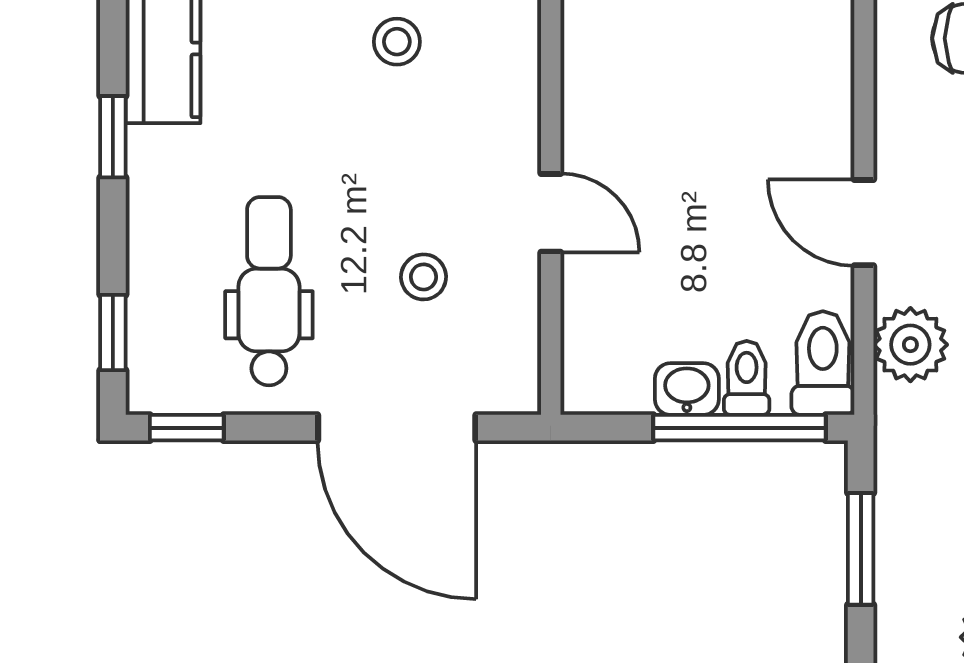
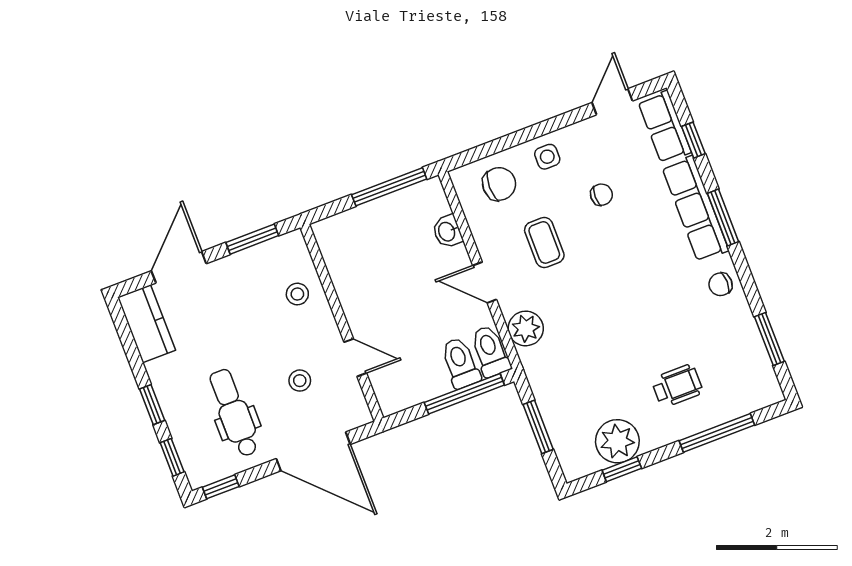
stool: (397, 42) -> (297, 294), moved
window: (113, 137) -> (152, 405), moved
door: (551, 213) -> (355, 358), moved
toilet: (747, 378) -> (460, 363), width x1.37, depth x1.39
washbasin: (687, 389) -> (447, 231), moved, turned -90

